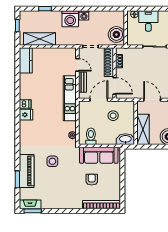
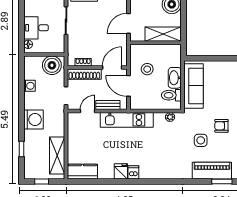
washing machine: (84, 15) -> (29, 86), moved
fridge: (26, 115) -> (121, 171), moved
washbasin: (125, 139) -> (175, 78), moved
armchair: (92, 180) -> (221, 126), moved

